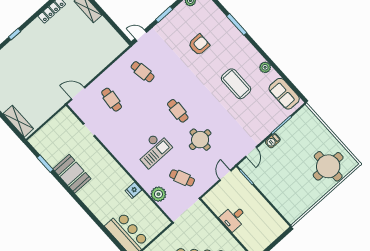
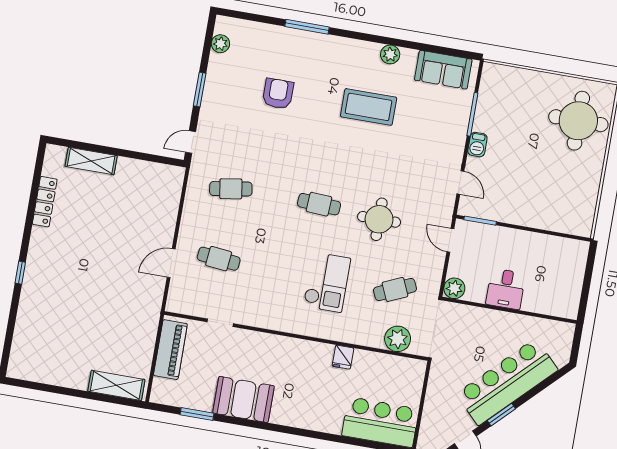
door: (78, 93) -> (171, 263), moved
piano: (56, 124) -> (170, 350), added
plant: (158, 194) -> (398, 339), moved
plant: (210, 199) -> (454, 288), added

